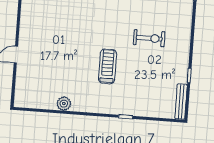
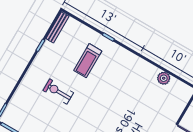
treadmill: (107, 66) -> (88, 61), moved
plant: (64, 104) -> (164, 78), moved

